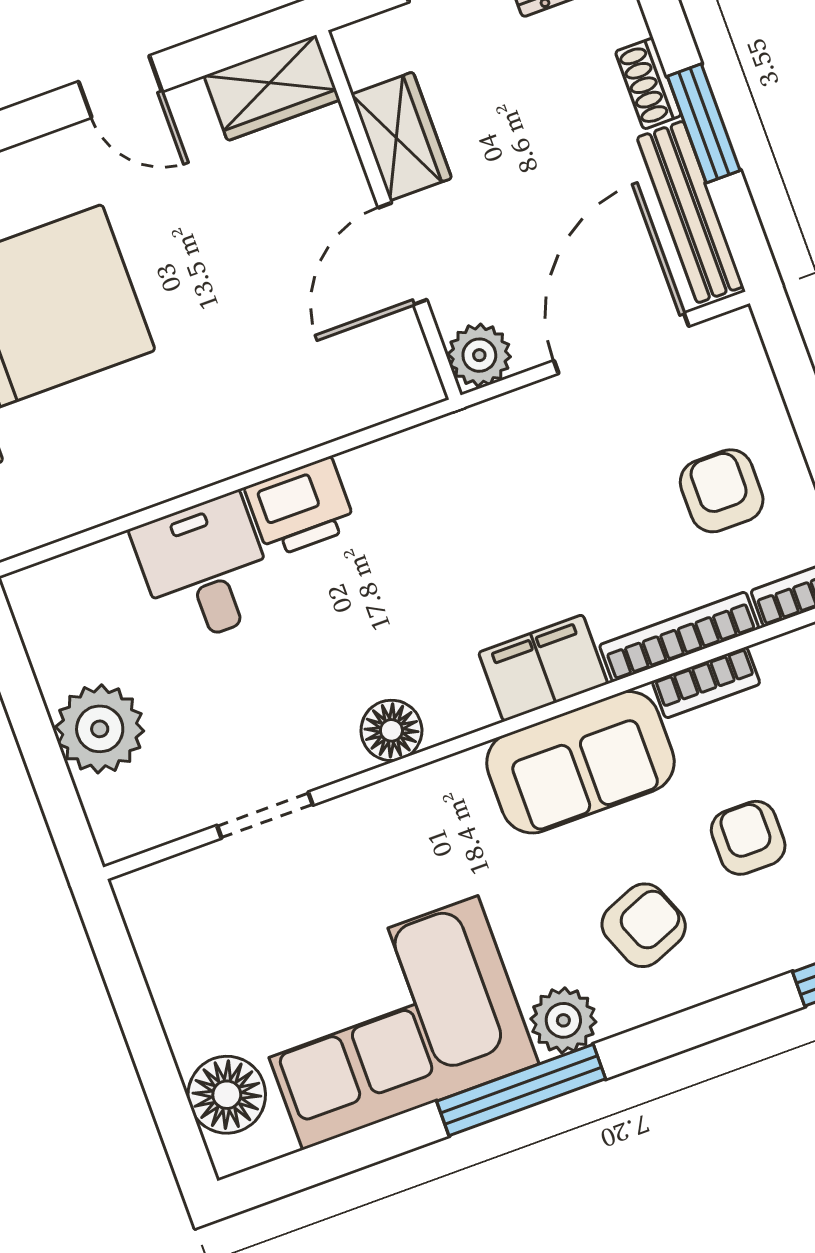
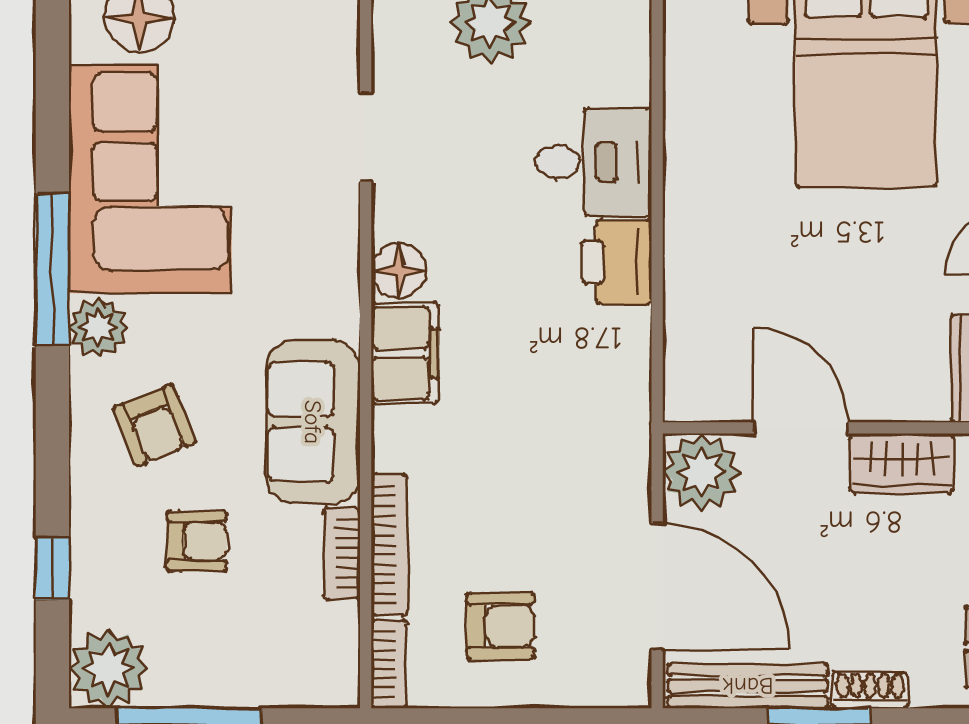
plant: (479, 355) -> (701, 472), width x1.36, depth x1.36
filing cabinet: (543, 668) -> (405, 353), moved

